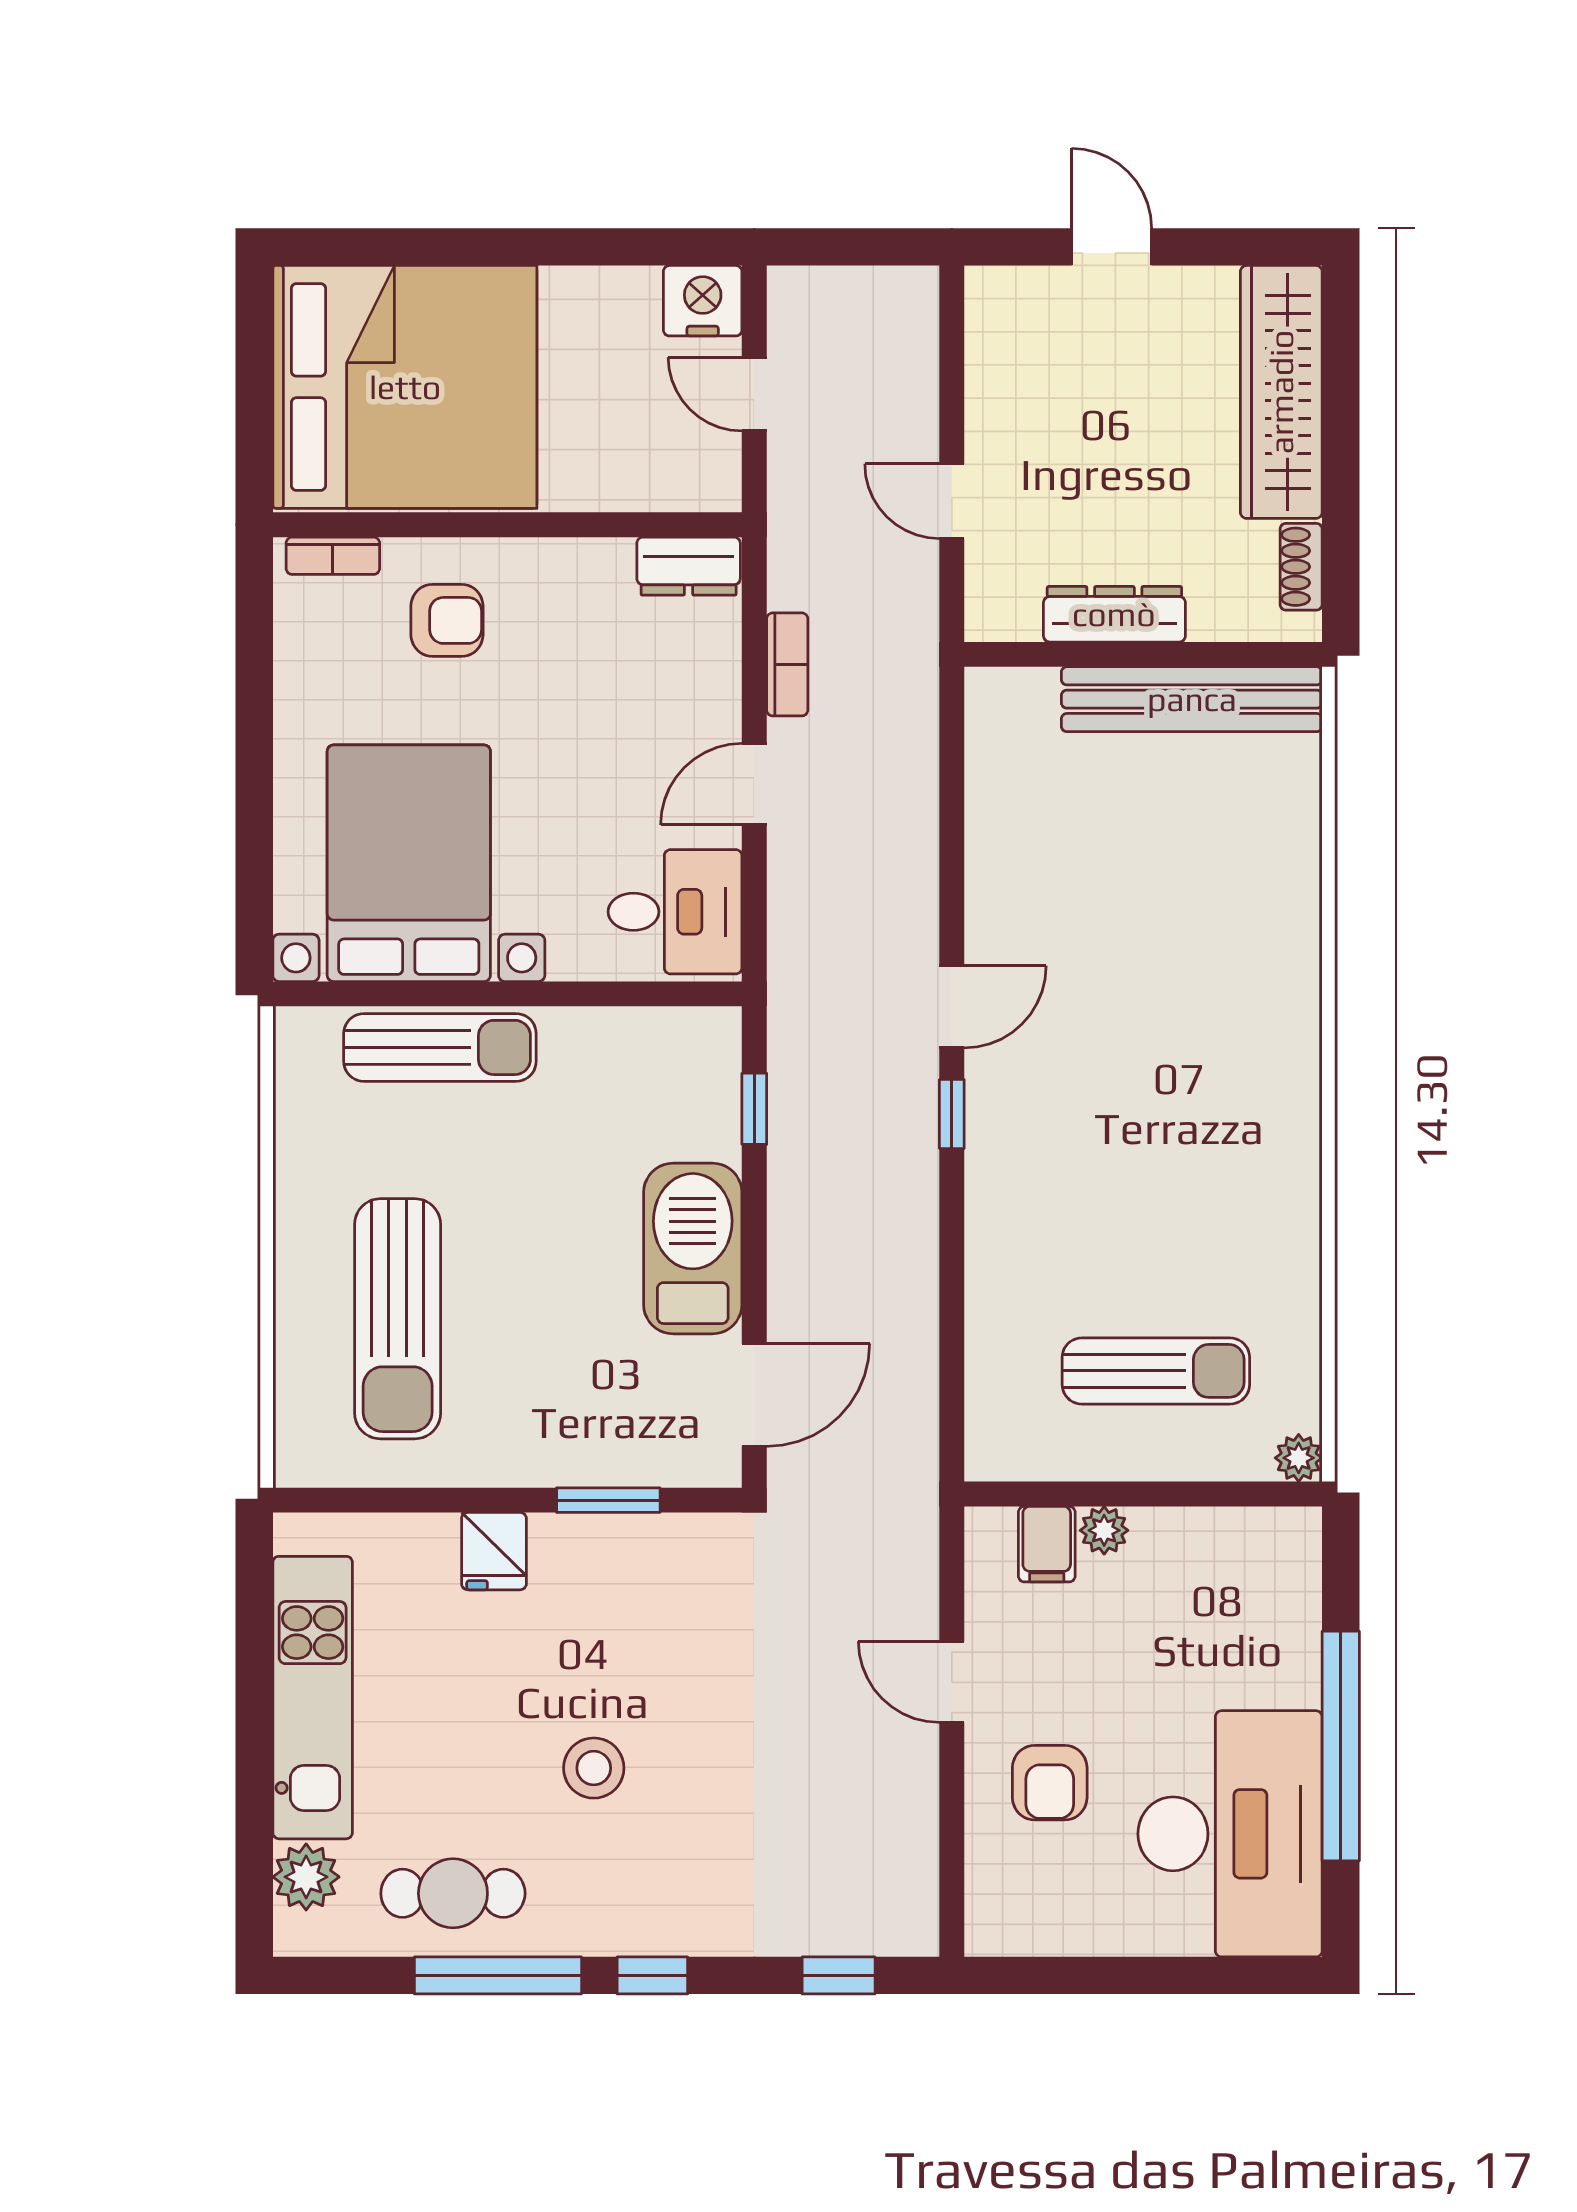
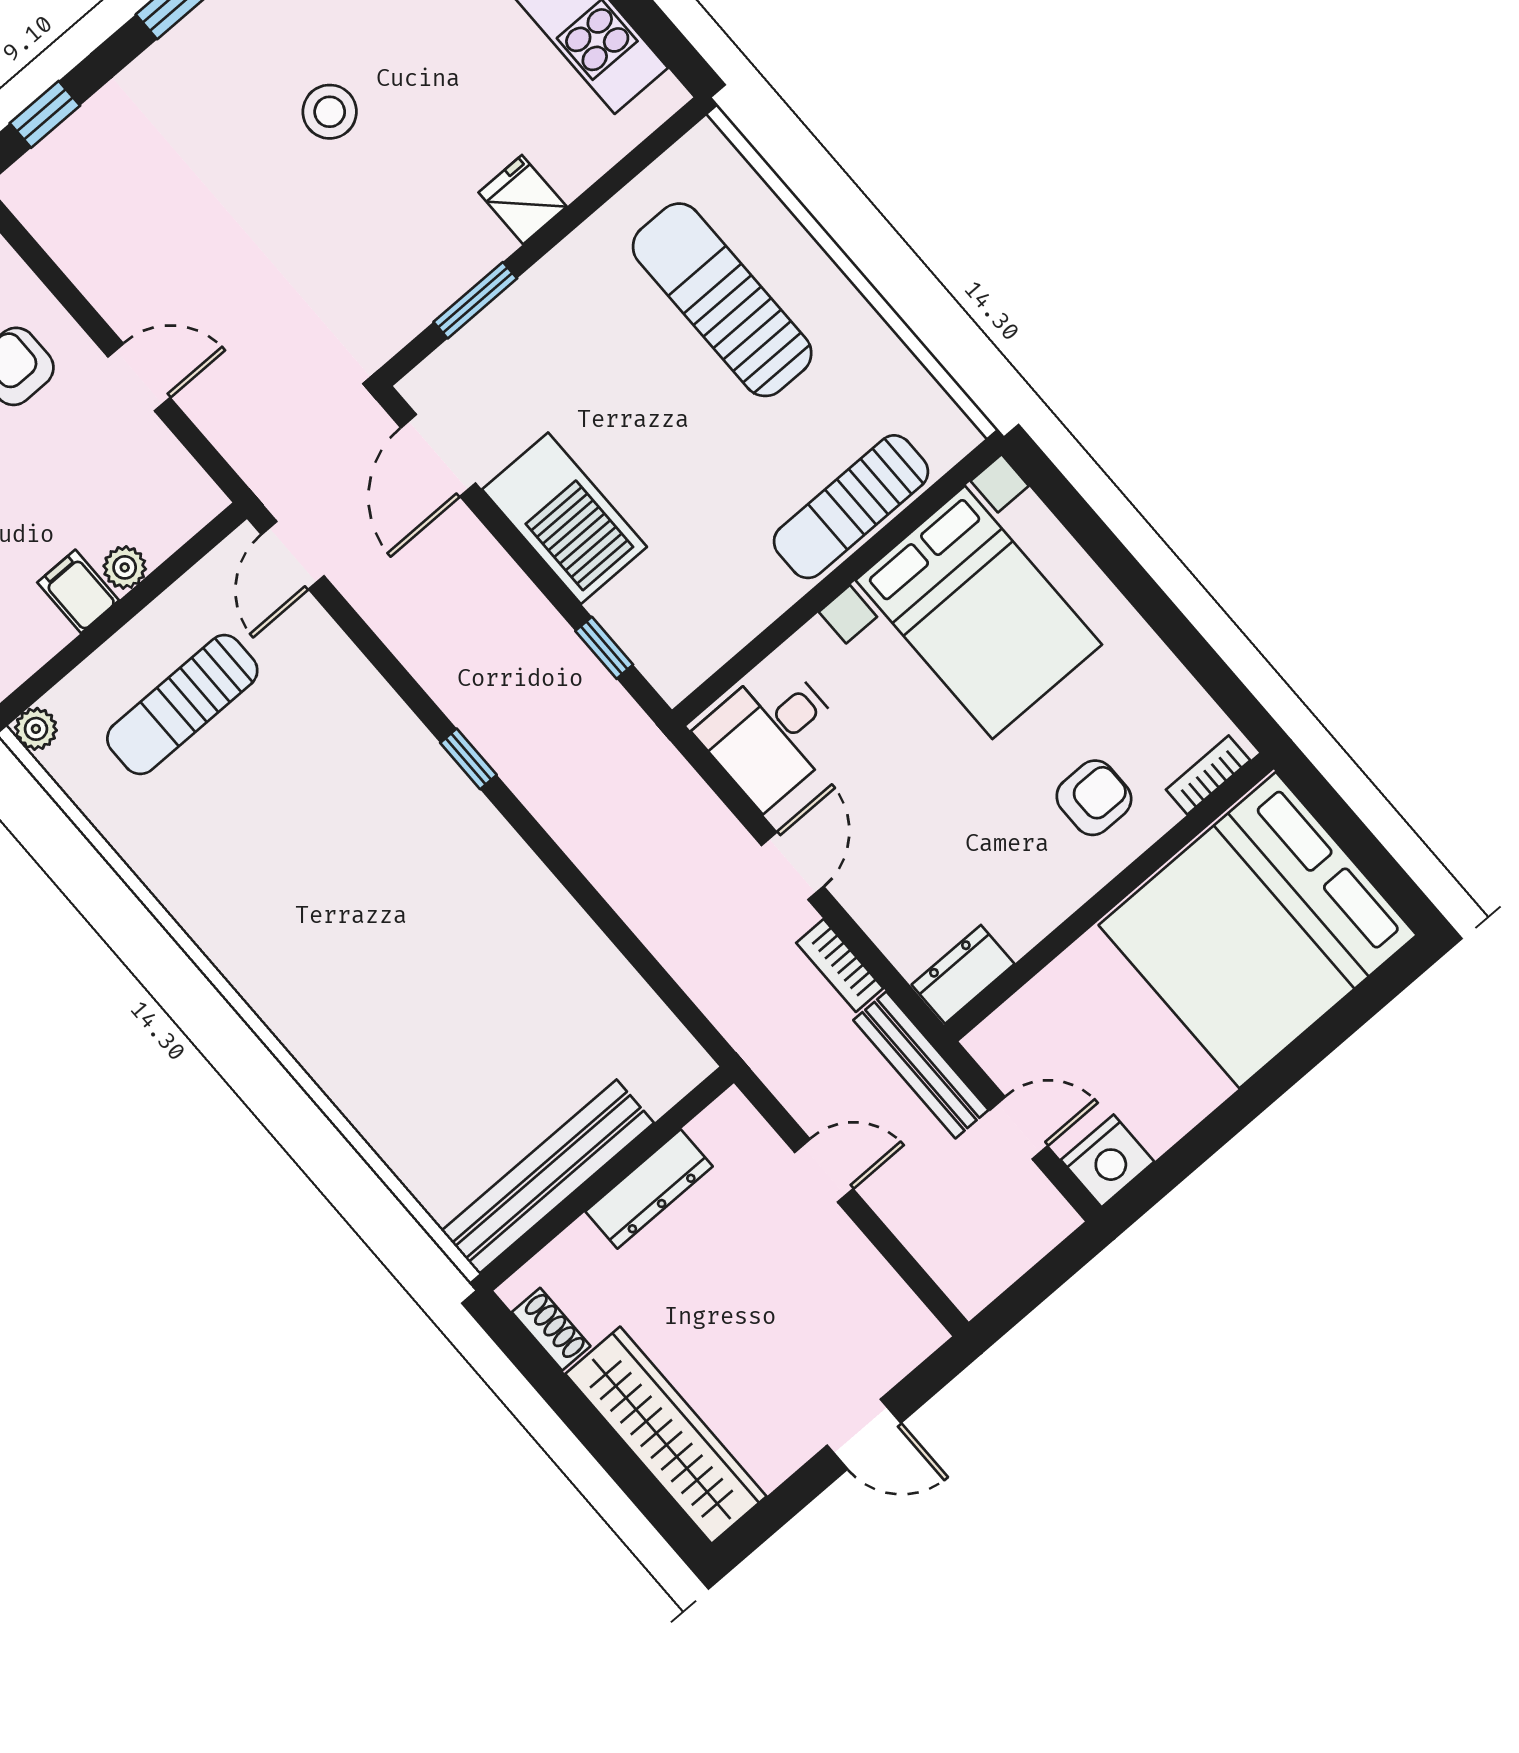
bench: (791, 520) -> (921, 1065), added
armchair: (447, 620) -> (1094, 798), turned 180
door: (952, 1007) -> (293, 555), moved
filing cabinet: (1047, 1544) -> (78, 591), moved

